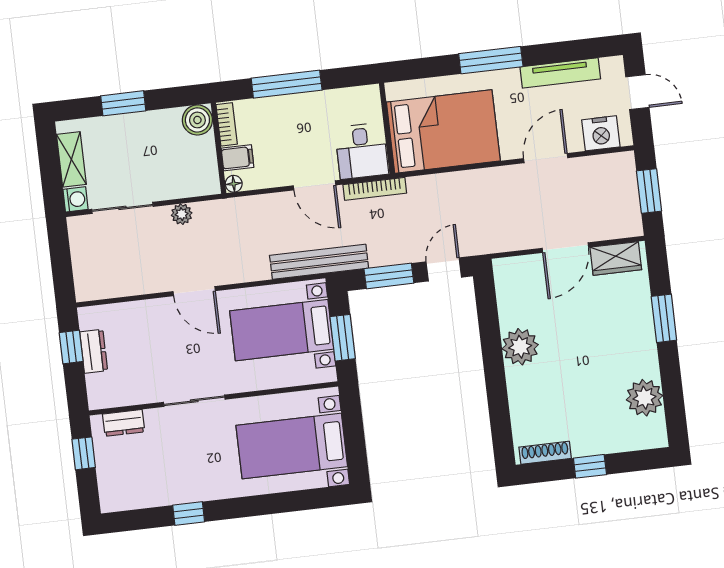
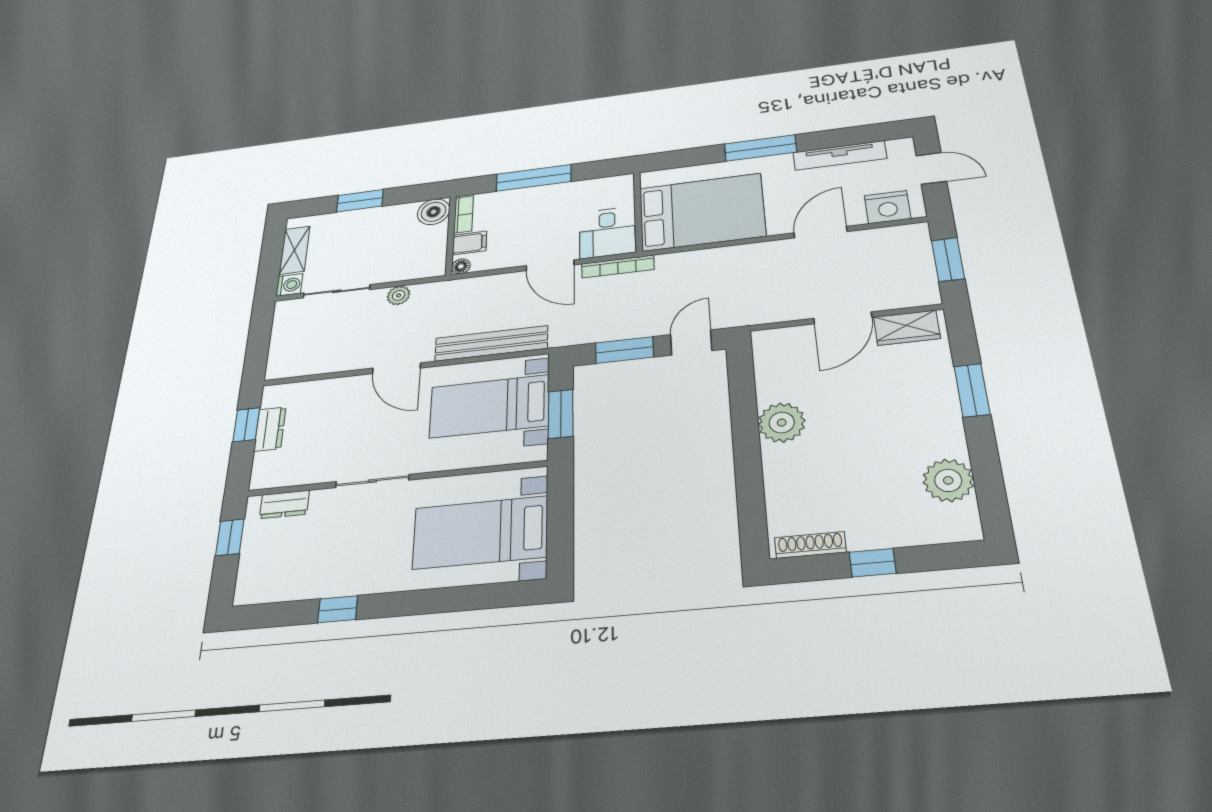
bench: (319, 262) -> (491, 343), moved

